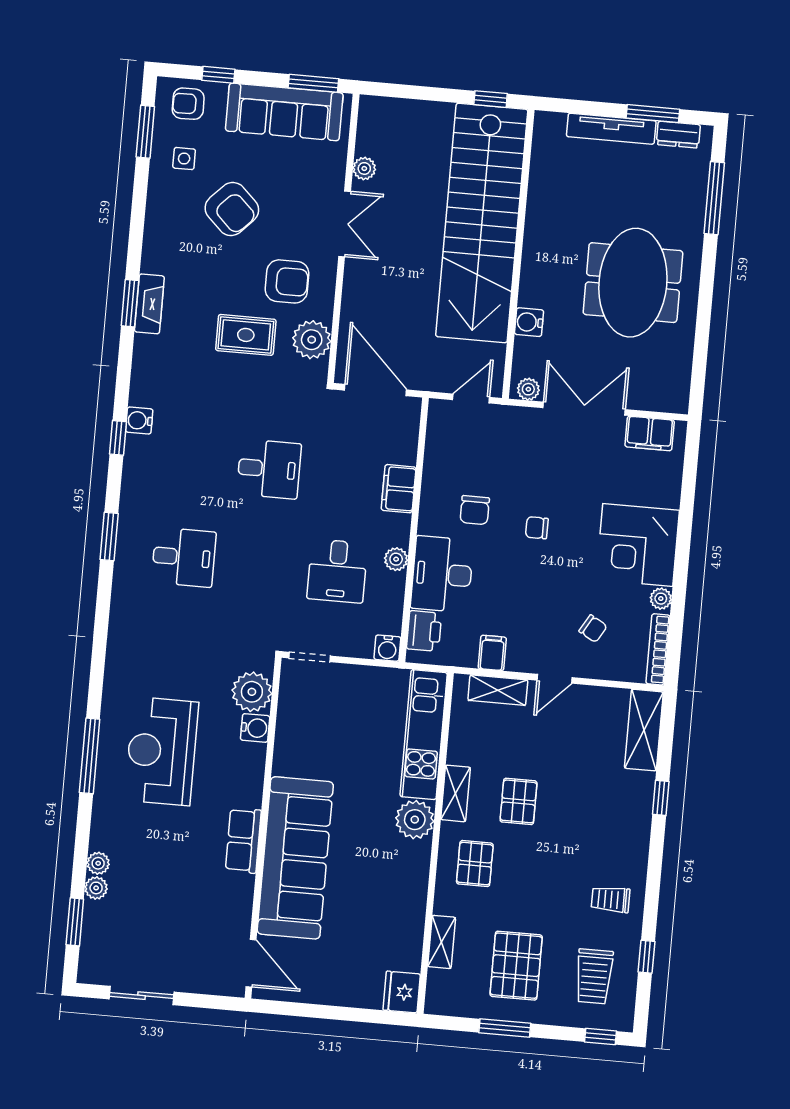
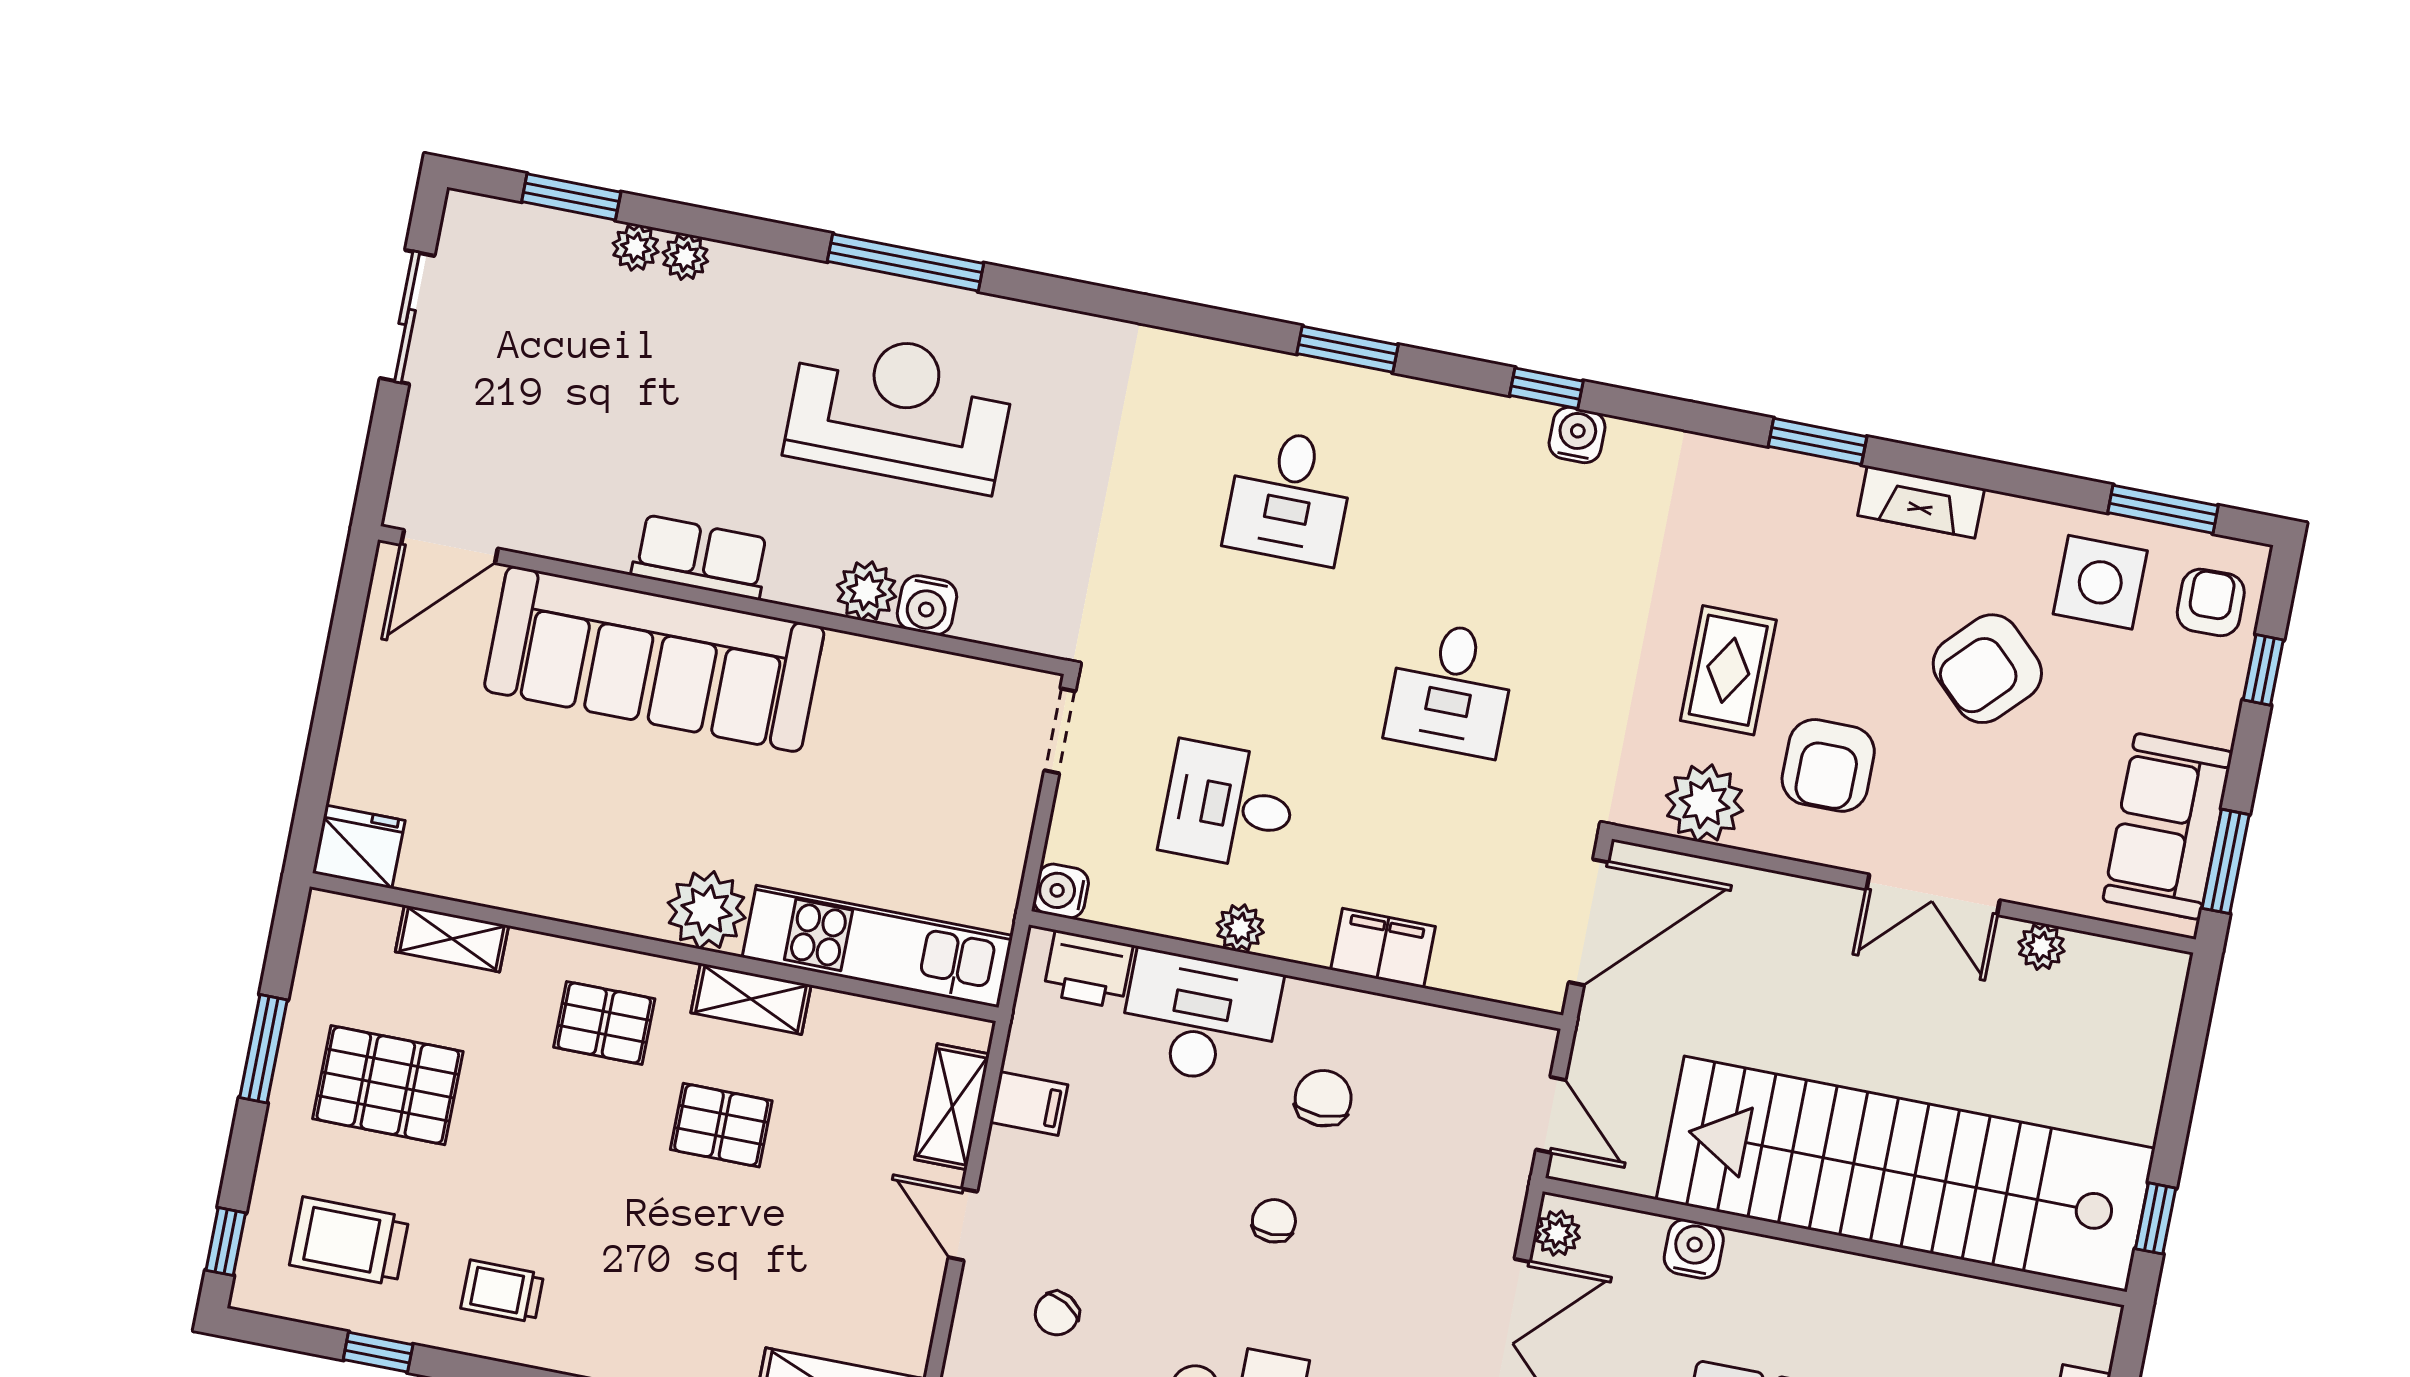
sofa: (284, 112) -> (2168, 826), width x0.73
side table: (184, 159) -> (2100, 582), width x1.87, depth x1.87
fireplace: (149, 304) -> (1921, 502), moved
chair: (475, 510) -> (1323, 1098), turned 90
plant: (252, 692) -> (867, 591), moved, width x0.73, depth x0.73
trolley: (610, 899) -> (502, 1291), turned -90

